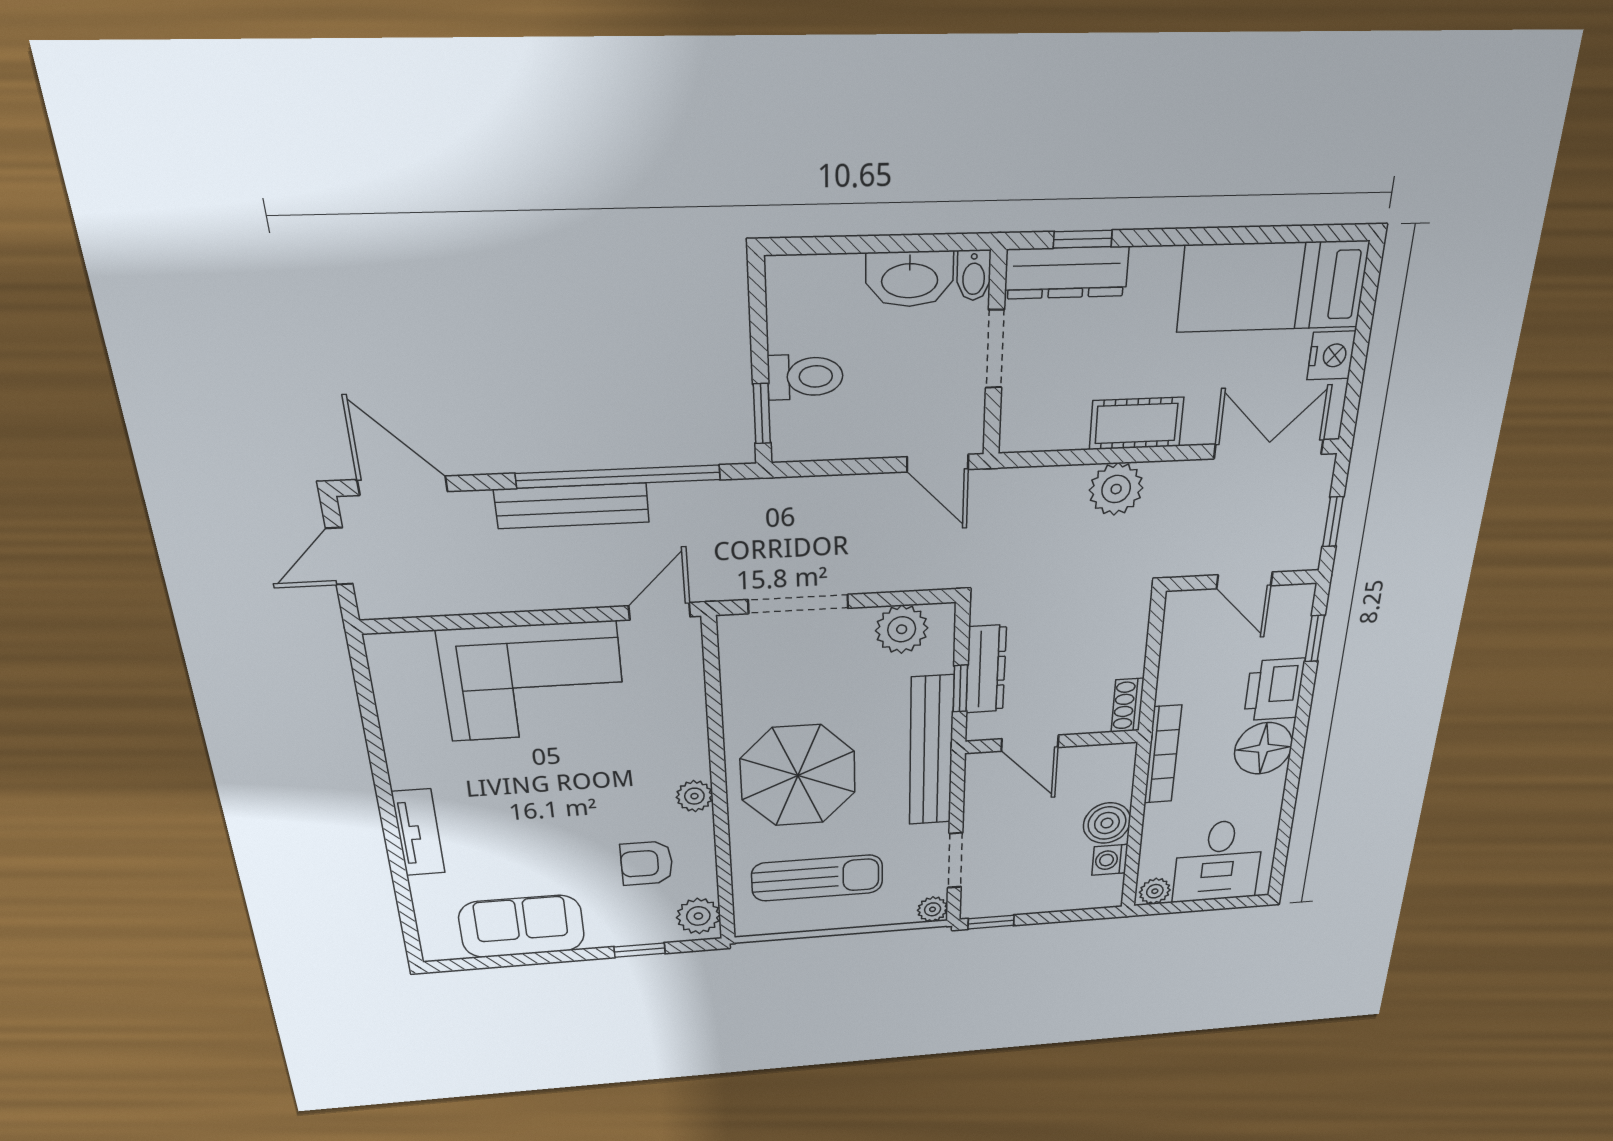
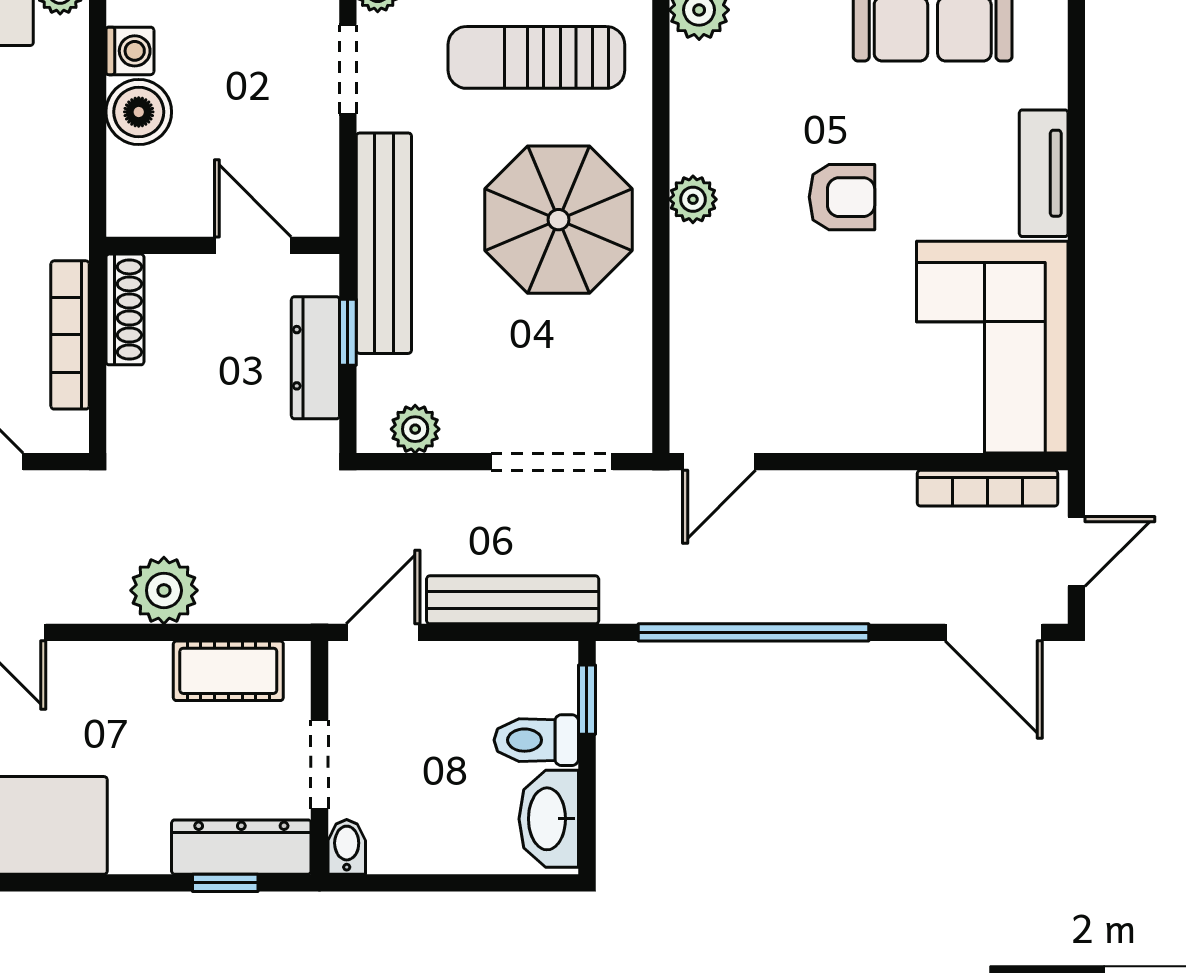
washbasin: (910, 279) -> (549, 819), moved, turned -90
cot: (1136, 423) -> (228, 671), moved
door: (938, 463) -> (383, 632), hinge flipped
bench: (572, 506) -> (513, 600), moved
bookcase: (427, 603) -> (988, 488), added
plant: (902, 629) -> (415, 429), width x0.73, depth x0.73
corner sofa: (533, 681) -> (992, 347), moved, turned -90
shoe rack: (1127, 705) -> (125, 309), width x1.43
bookcase: (1163, 755) -> (70, 335), moved
armchair: (647, 863) -> (842, 197), moved

